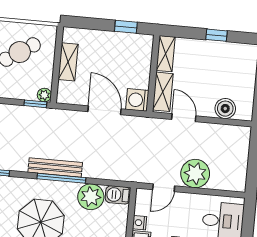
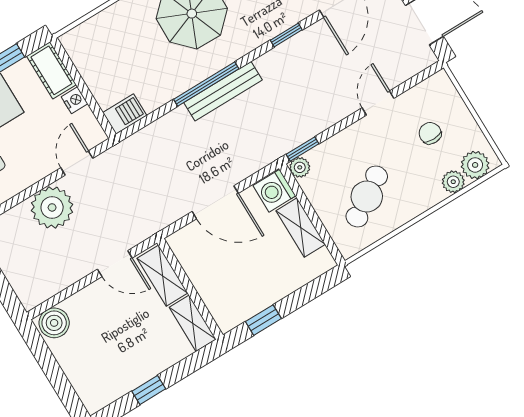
washing machine: (137, 100) -> (274, 191), moved, turned 180
boiler: (225, 109) -> (54, 323), moved
plant: (91, 197) -> (155, 88), removed

